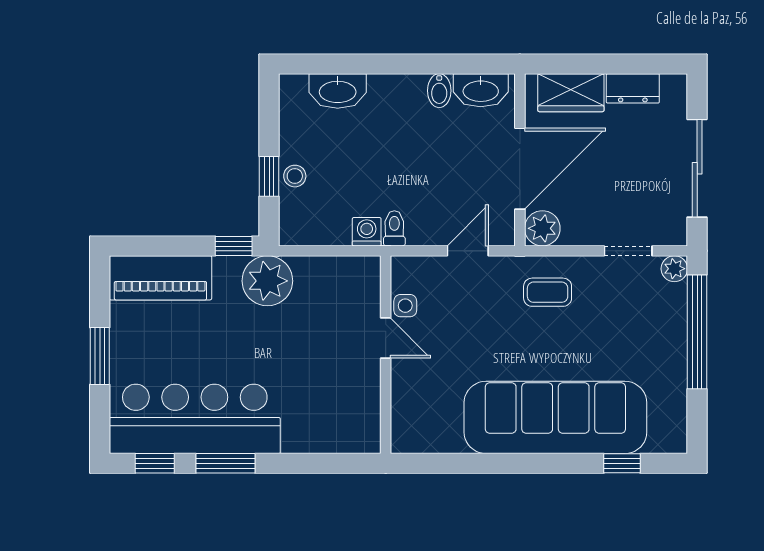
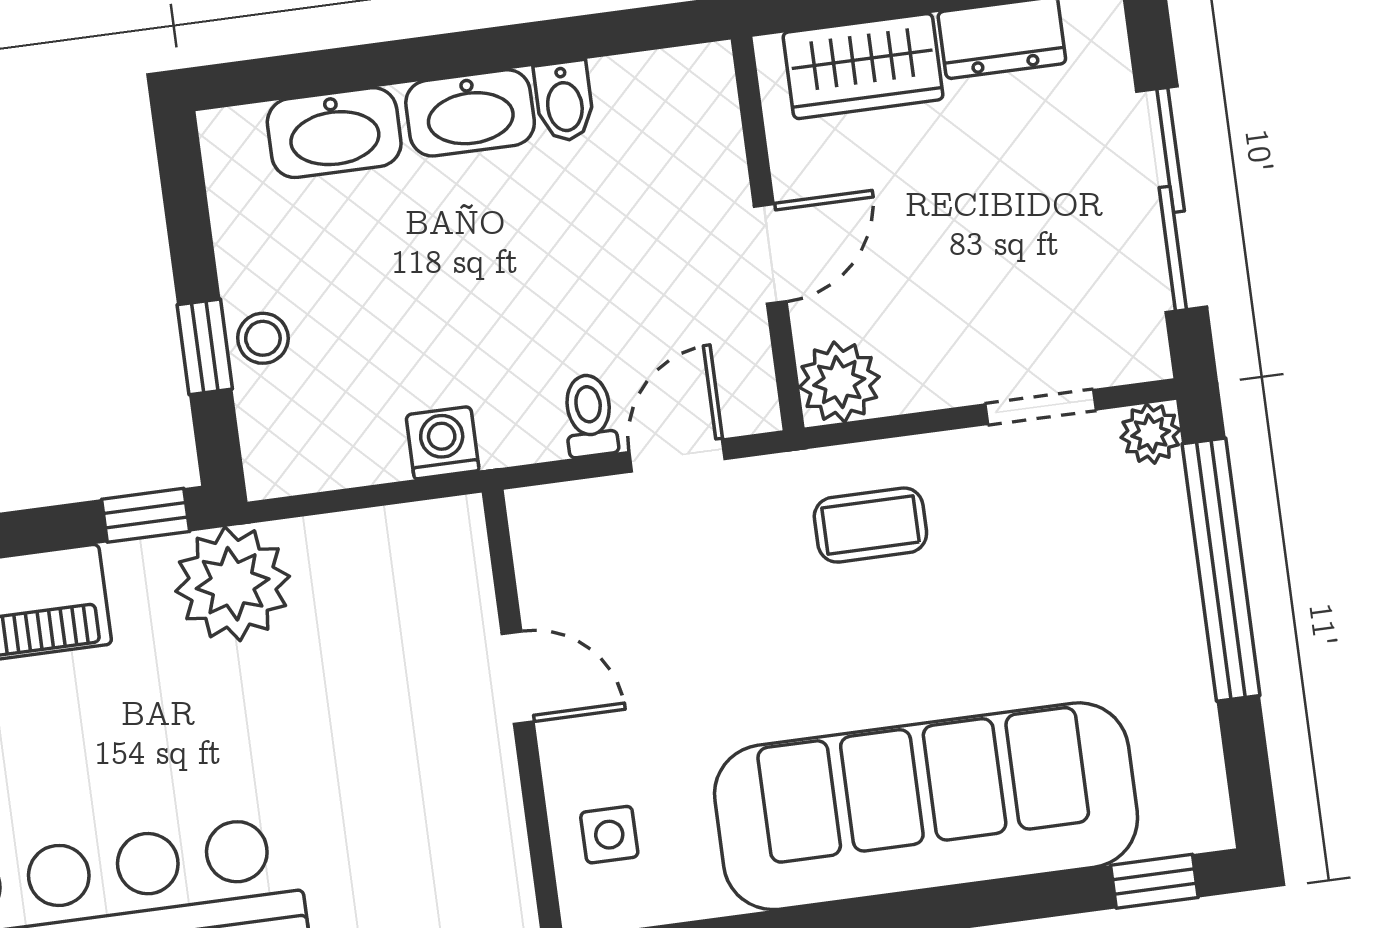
washbasin: (481, 90) -> (470, 113), moved
door: (520, 169) -> (770, 254), width x0.53
toilet: (394, 228) -> (590, 415), moved
side table: (405, 306) -> (609, 835), moved
window: (622, 463) -> (1154, 881), moved

